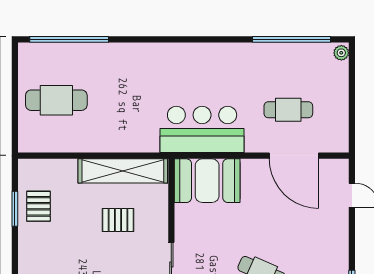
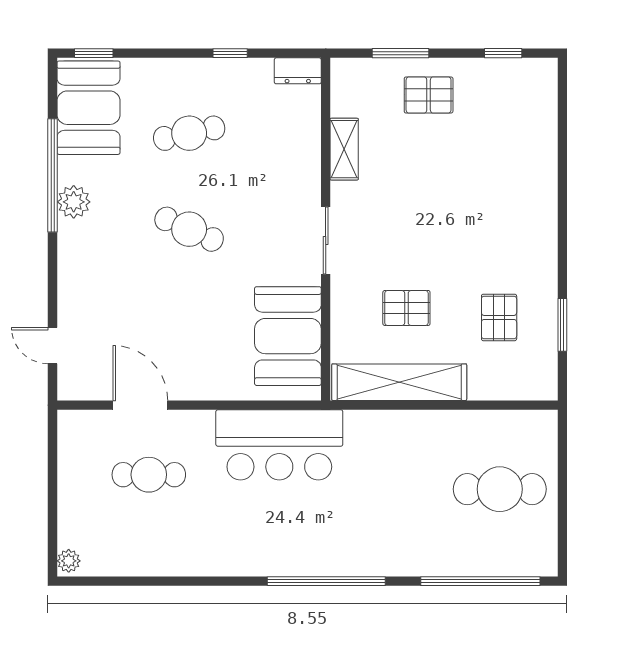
window: (292, 39) -> (326, 581), moved
door: (294, 156) -> (140, 405), width x0.73
booth: (207, 181) -> (288, 336), moved, turned 90
pallet: (38, 206) -> (499, 317), moved

